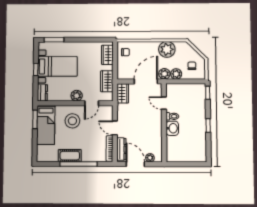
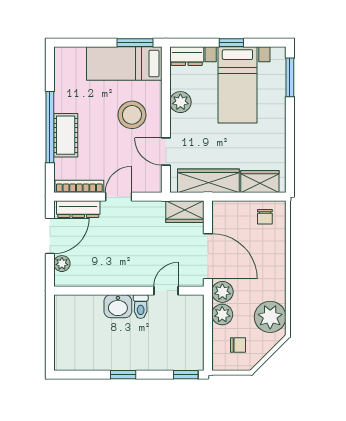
plant: (167, 49) -> (270, 317), moved
wardrobe: (107, 81) -> (208, 181), width x1.50
plant: (77, 96) -> (180, 102), moved
cot: (70, 156) -> (66, 135), moved

